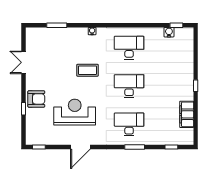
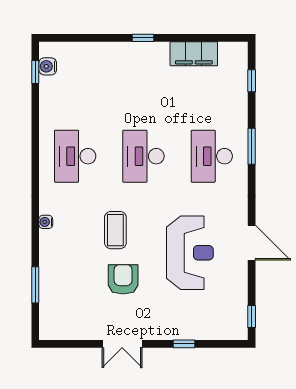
water cooler: (169, 32) -> (48, 66), moved
double door: (24, 62) -> (122, 344), moved
armchair: (36, 99) -> (123, 279), moved
reception desk: (75, 112) -> (190, 253), turned 180

